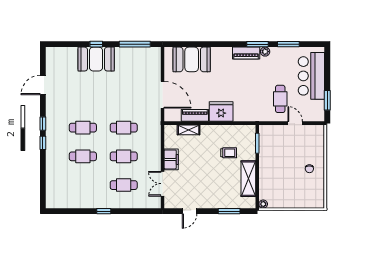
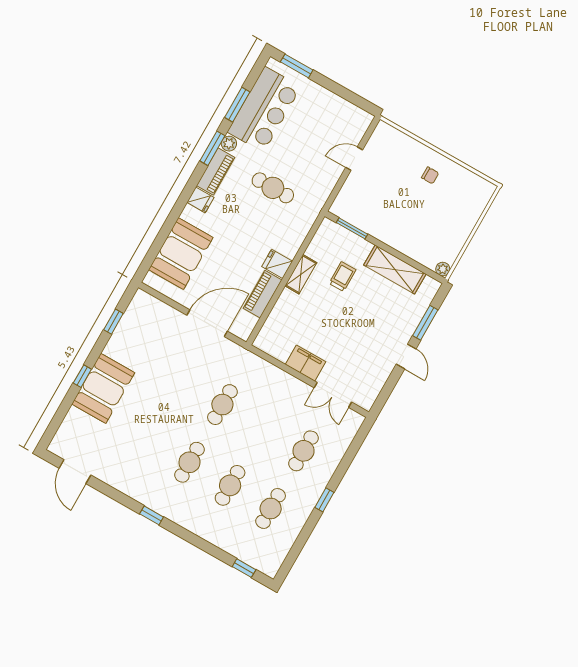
window: (135, 44) -> (113, 322), width x0.46
fridge: (226, 54) -> (200, 200), added
bar counter: (311, 76) -> (264, 109), moved, turned -90
door: (43, 85) -> (75, 472), moved
cafe table: (280, 99) -> (273, 188), moved
window: (327, 100) -> (297, 66), moved
fridge: (221, 111) -> (277, 264), width x0.53, depth x0.75
shelving: (189, 130) -> (301, 274), moved
window: (43, 143) -> (244, 568), moved
cafe table: (124, 156) -> (271, 508), moved
door: (189, 211) -> (406, 356), moved

